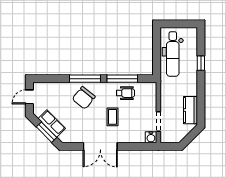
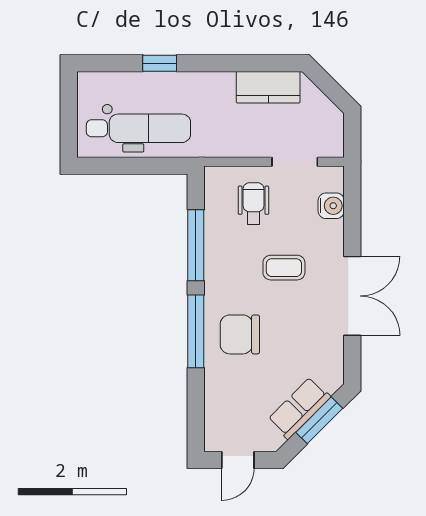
wheelchair: (125, 93) -> (254, 204), moved
door: (29, 97) -> (238, 460), hinge flipped
chair: (84, 98) -> (240, 334), turned 141
water cooler: (151, 137) -> (331, 206), moved

